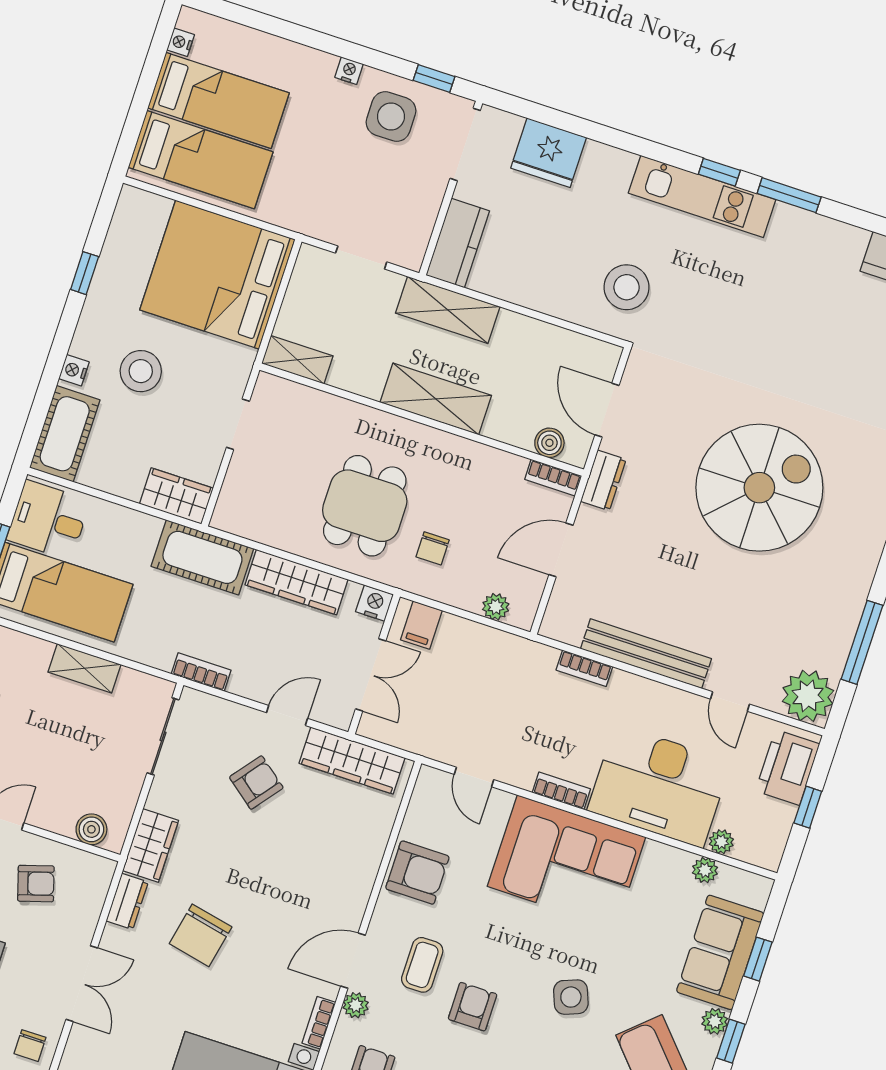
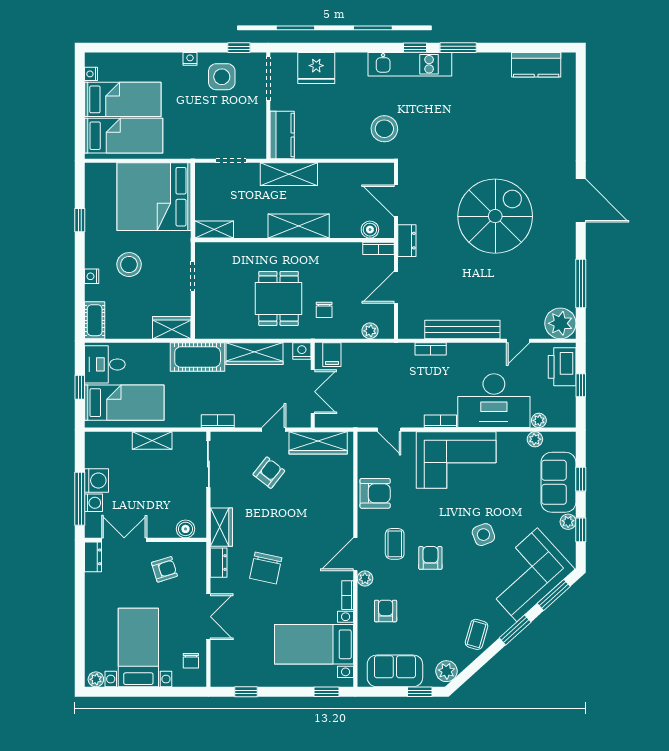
cot: (65, 434) -> (95, 320), width x0.73, depth x0.75
door: (730, 702) -> (518, 341), hinge flipped

